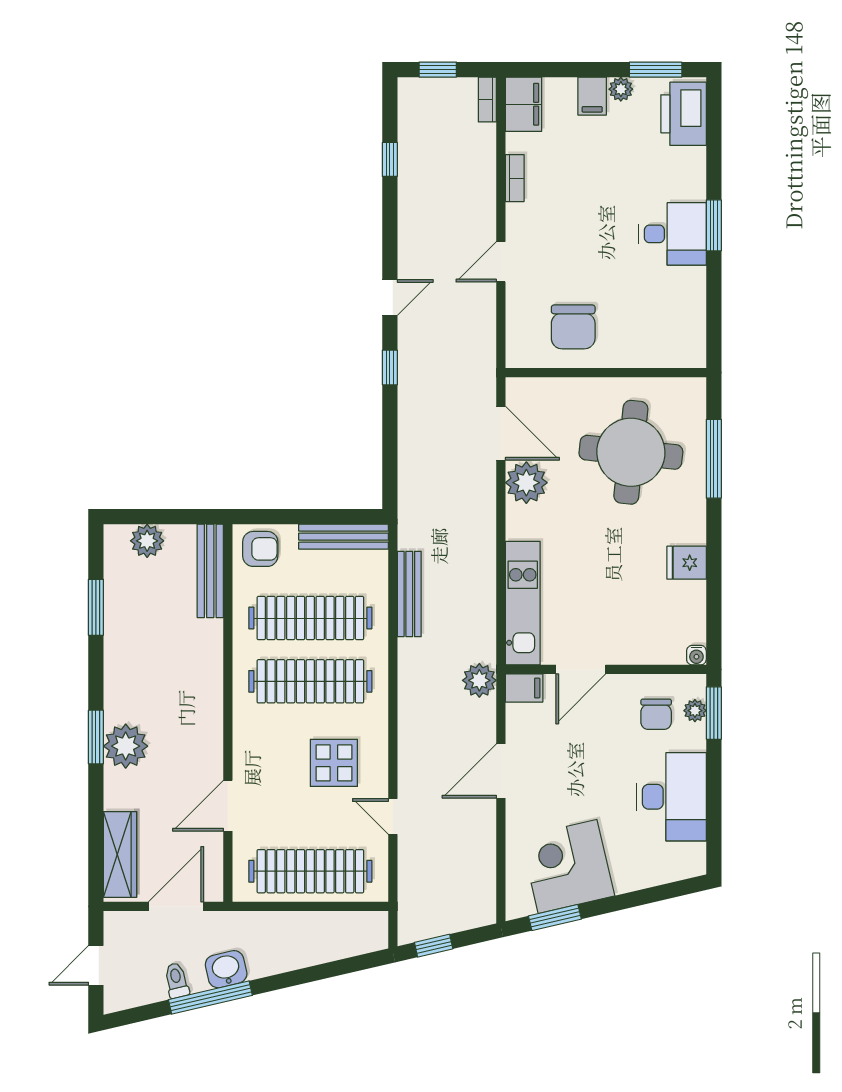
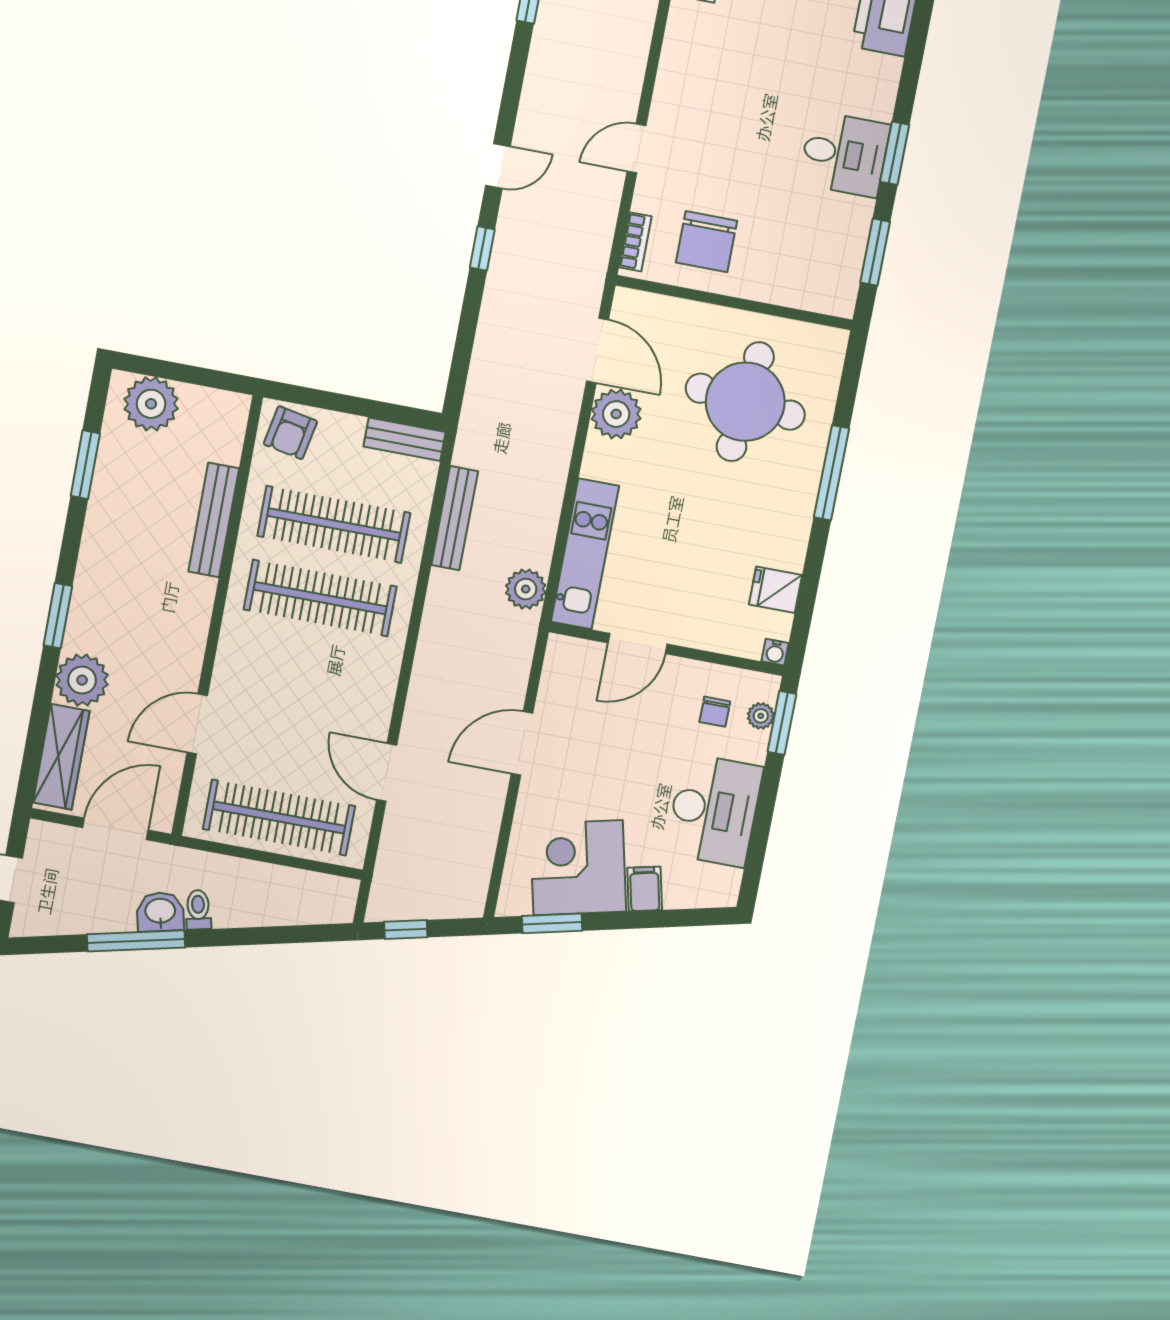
bookcase: (515, 178) -> (635, 242), moved
window: (714, 309) -> (875, 252), added
window: (714, 459) -> (831, 473), moved
bench: (344, 537) -> (404, 439), width x0.73
plant: (147, 541) -> (151, 404), width x1.36, depth x1.36
armchair: (260, 549) -> (290, 433), turned 101
fridge: (687, 563) -> (776, 590), moved
bench: (210, 571) -> (214, 520), moved
plant: (479, 680) -> (526, 589), moved
filing cabinet: (524, 688) -> (645, 889), moved, turned -103
chair: (656, 714) -> (715, 712), width x0.73, depth x0.73
plant: (126, 746) -> (82, 680), moved
display table: (334, 763) -> (330, 698), removed
door: (393, 817) -> (387, 772), width x1.38
toilet: (177, 980) -> (198, 910), moved

